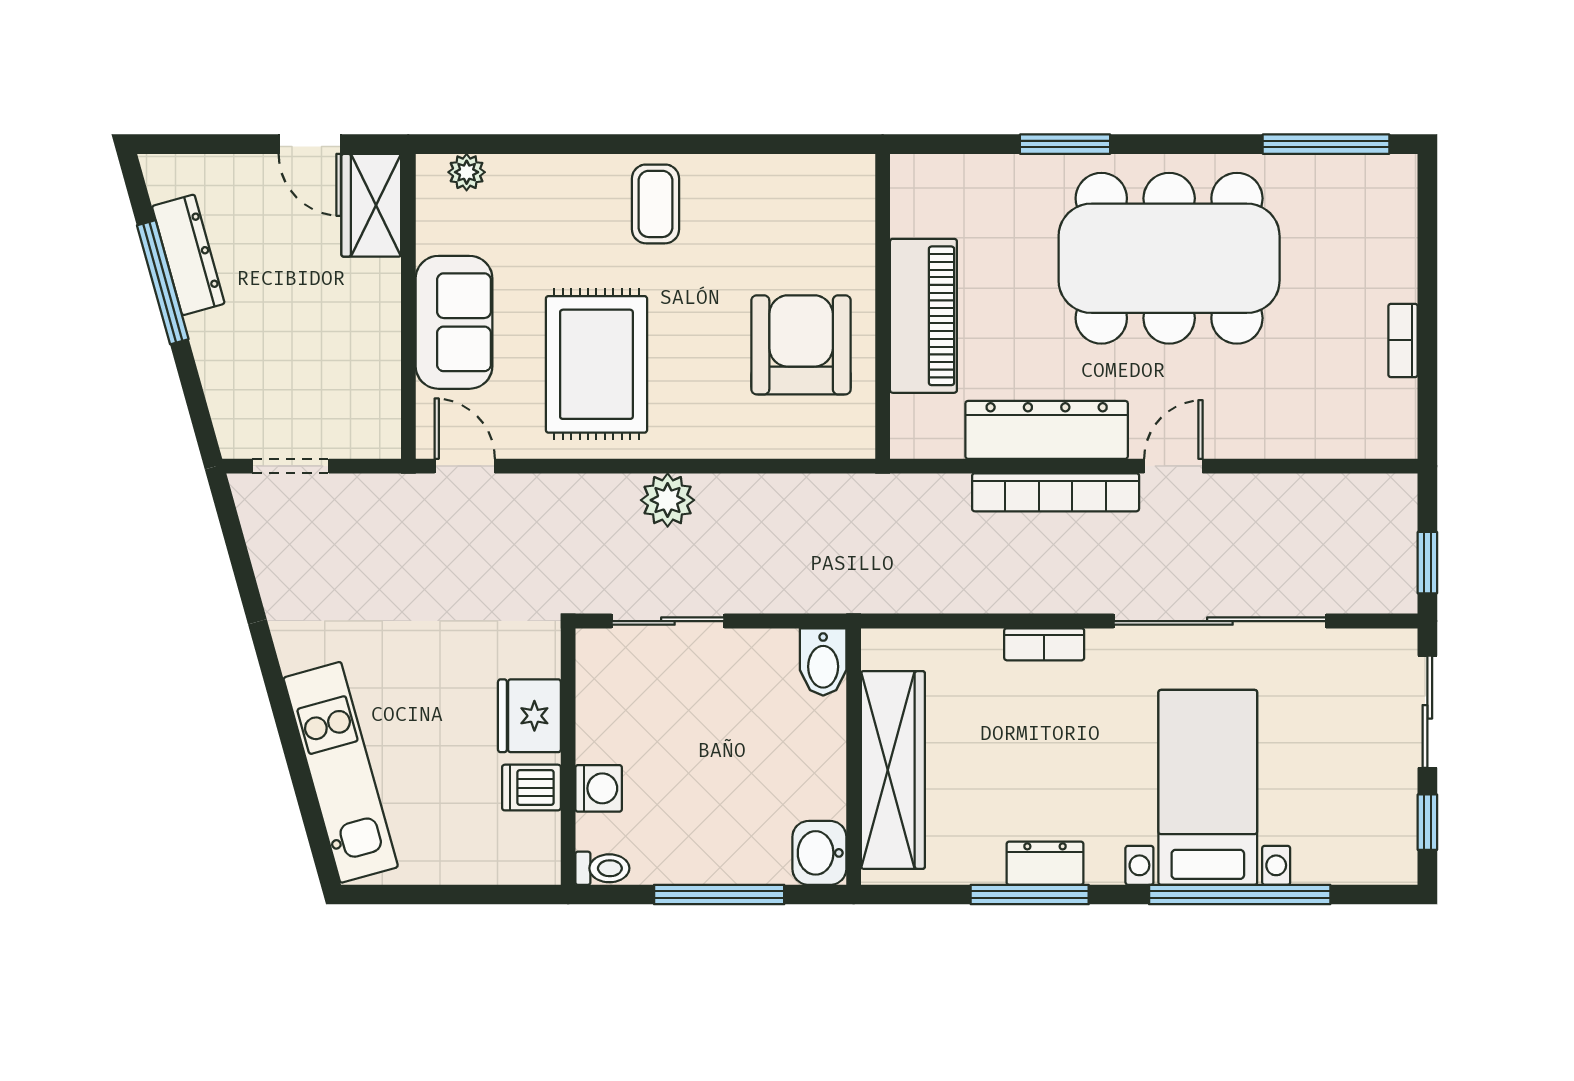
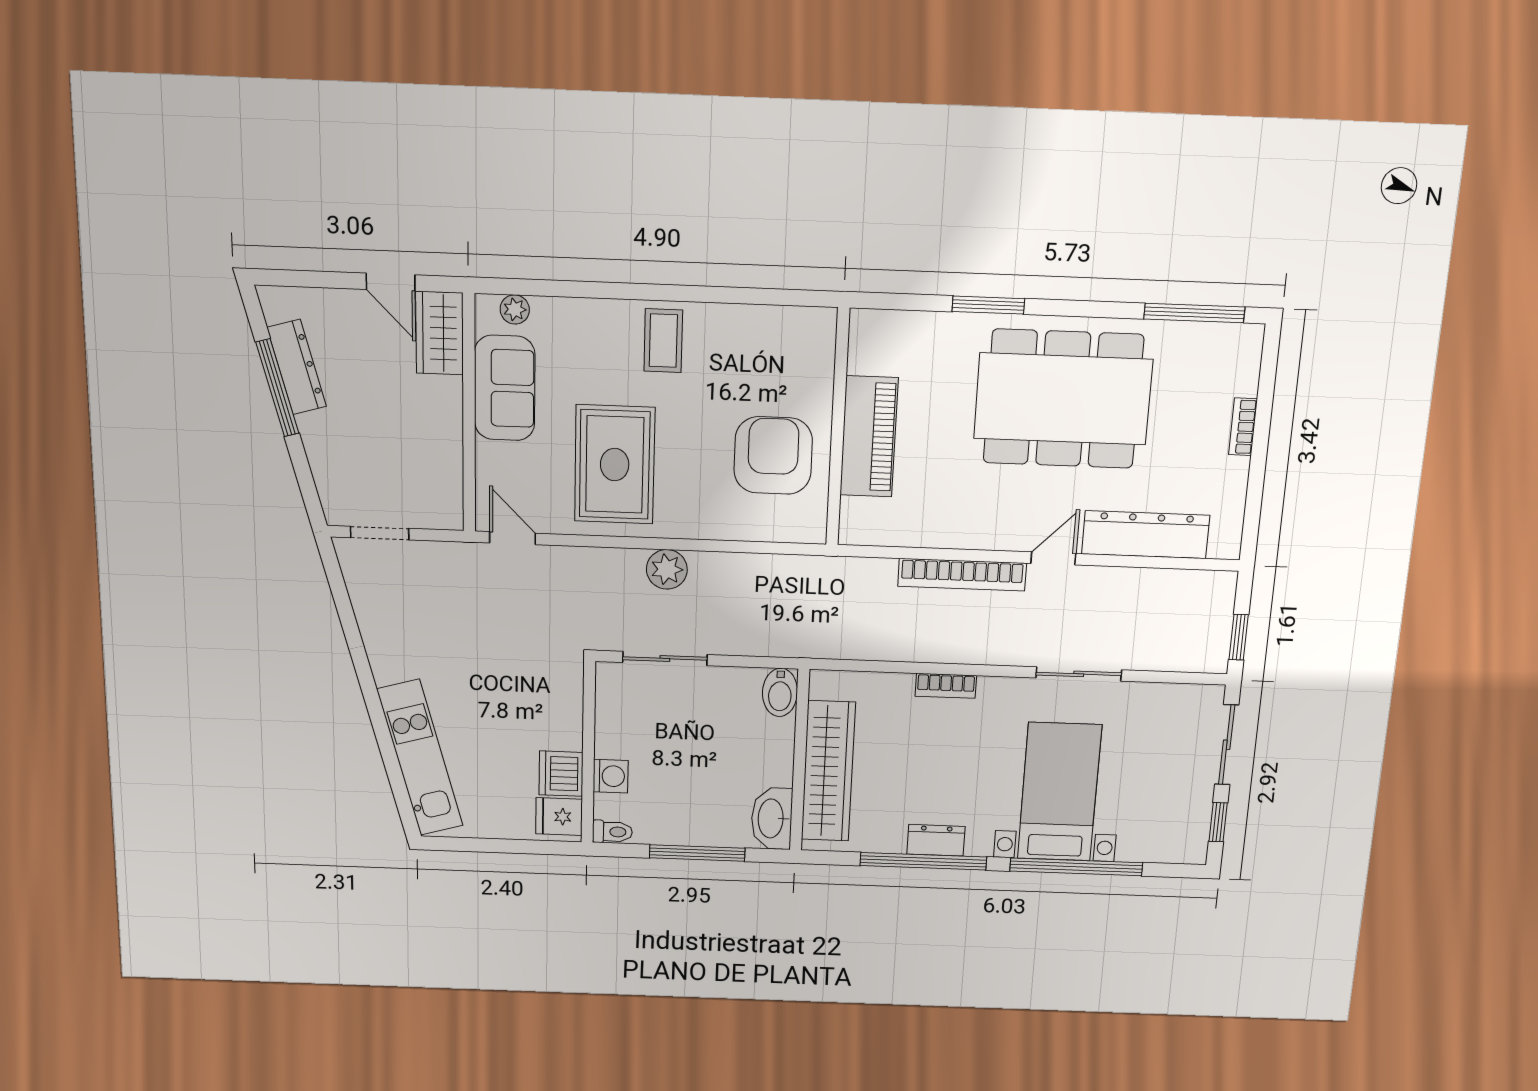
sofa: (454, 322) -> (505, 388), moved
bookcase: (1403, 340) -> (1243, 427), moved
dresser: (1047, 430) -> (1146, 535), moved
sliding door: (1220, 621) -> (1079, 674), width x0.54
fridge: (529, 716) -> (559, 817), moved, width x0.72
dishwasher: (531, 788) -> (561, 774), width x1.38
washbasin: (819, 853) -> (772, 819), width x1.38
window: (1030, 895) -> (923, 861), width x1.46

